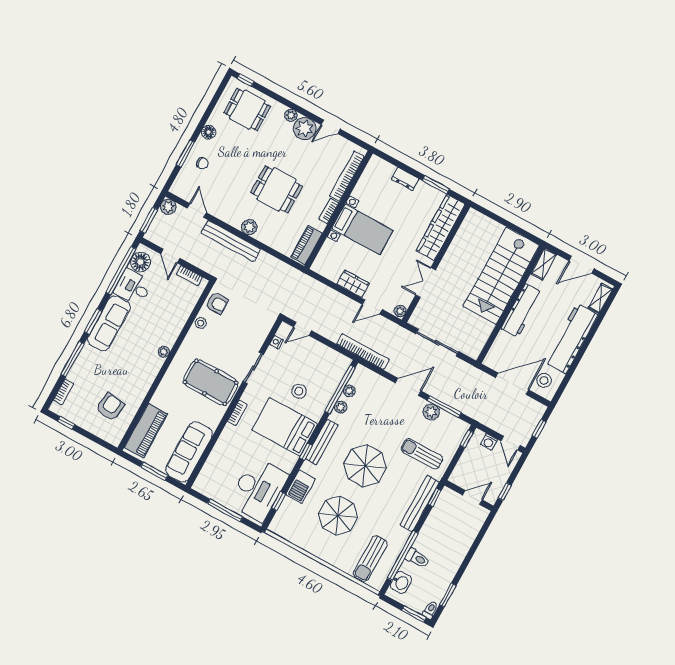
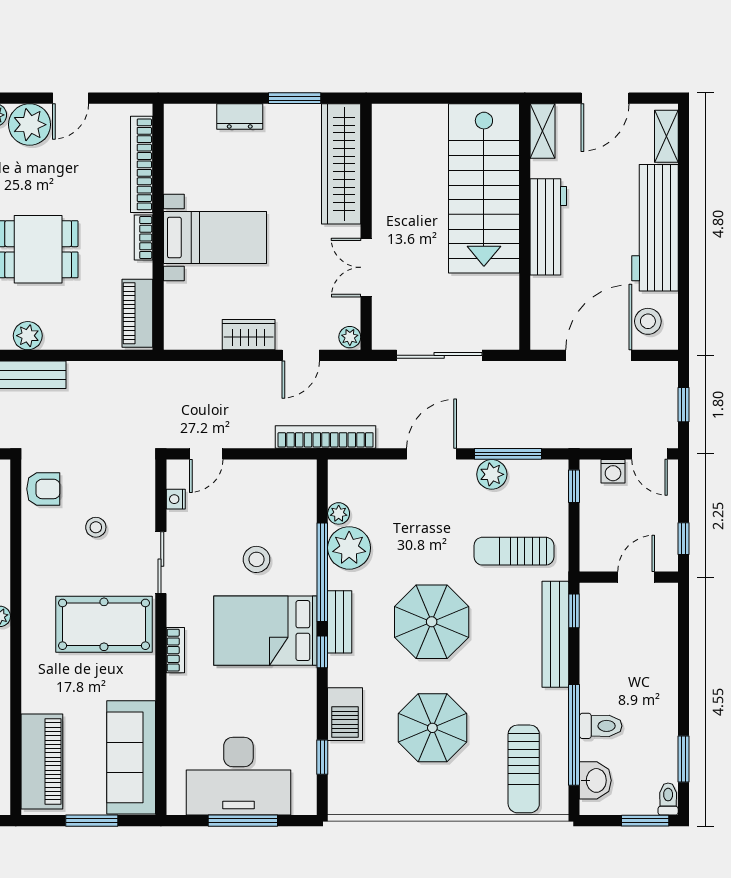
stool: (201, 323) -> (96, 527), moved
window: (340, 389) -> (322, 572), moved
plant: (341, 407) -> (349, 548), width x1.88, depth x1.88
bench: (322, 442) -> (340, 622), width x0.73
desk: (258, 489) -> (238, 776), moved, turned 90

